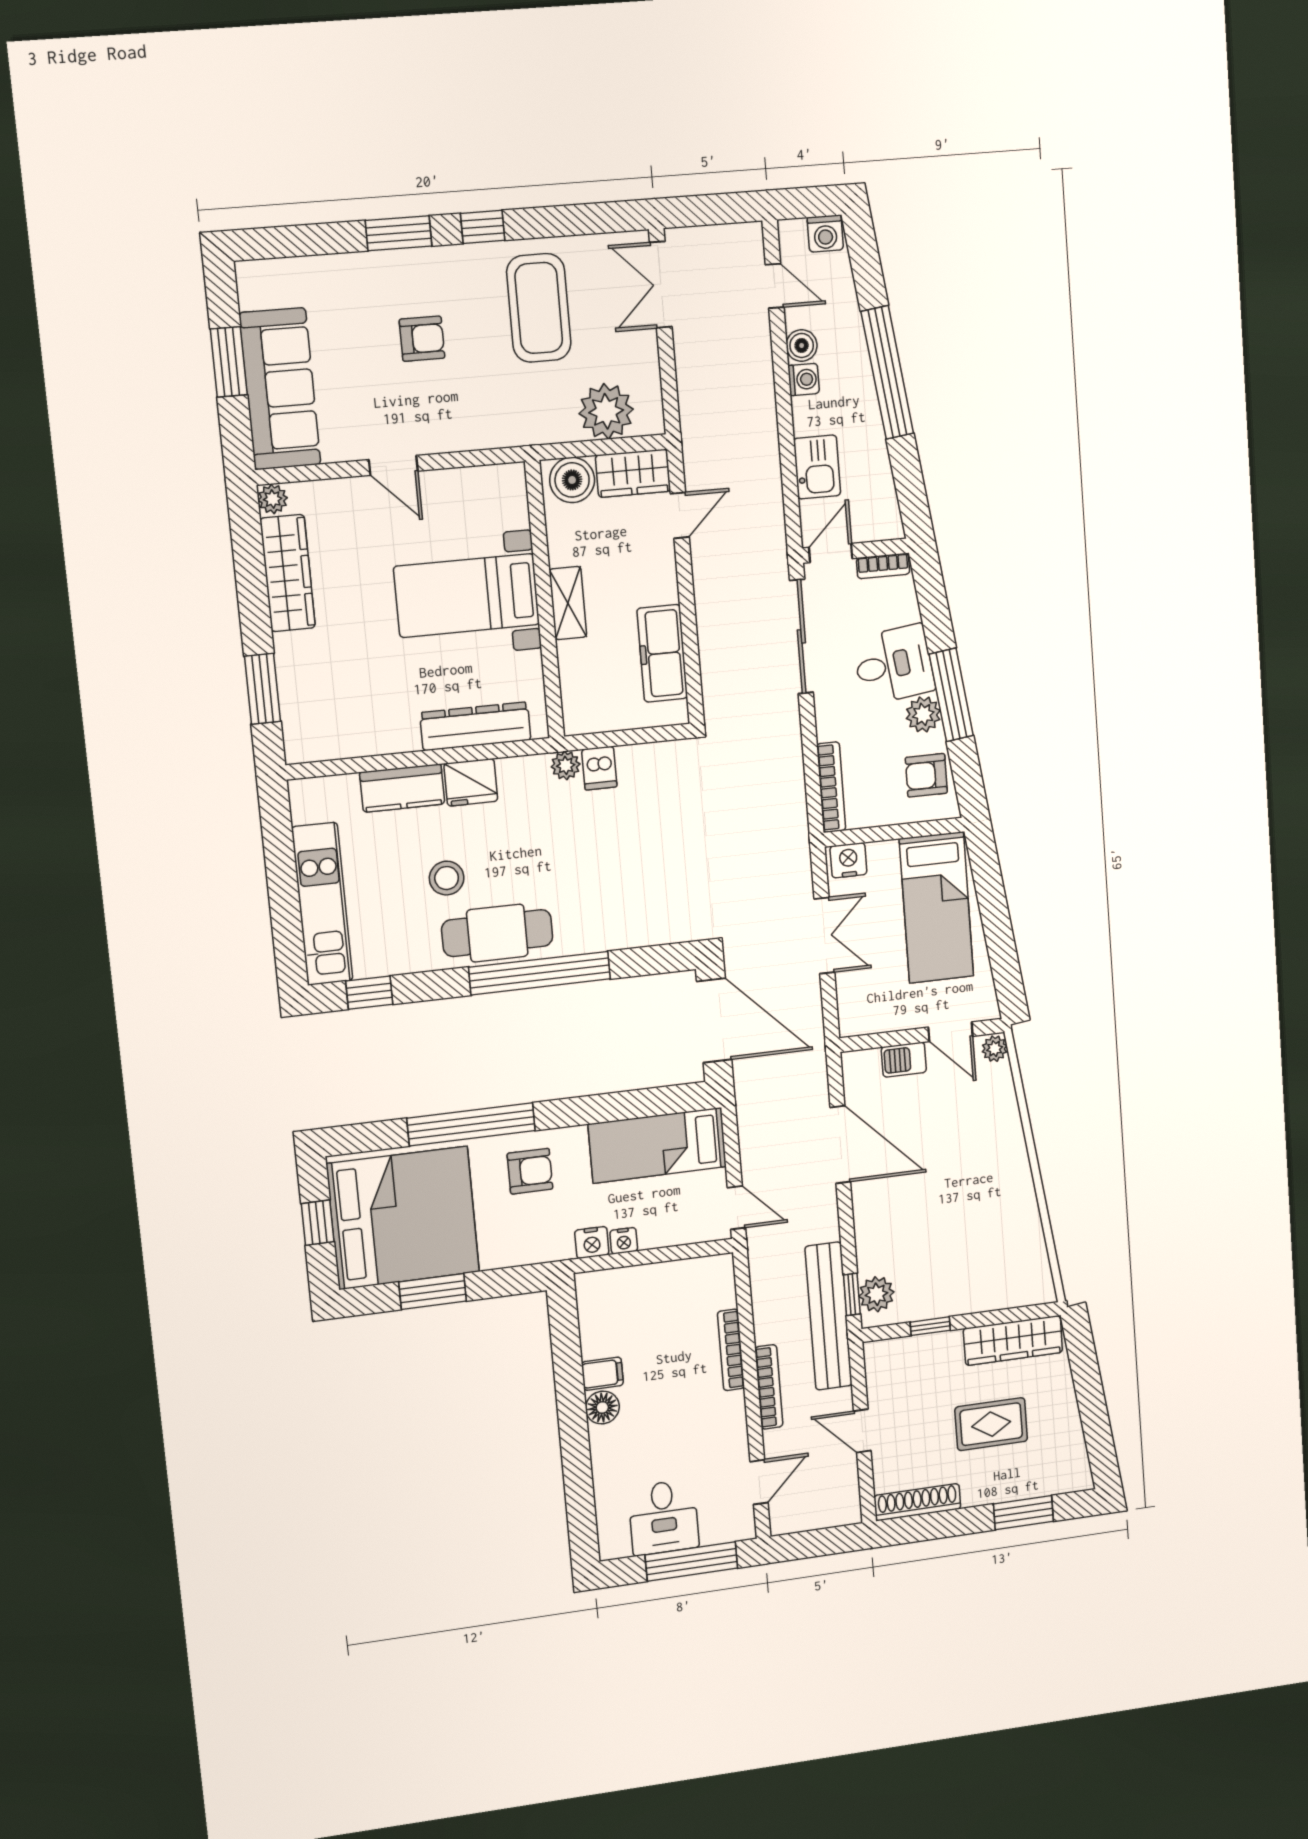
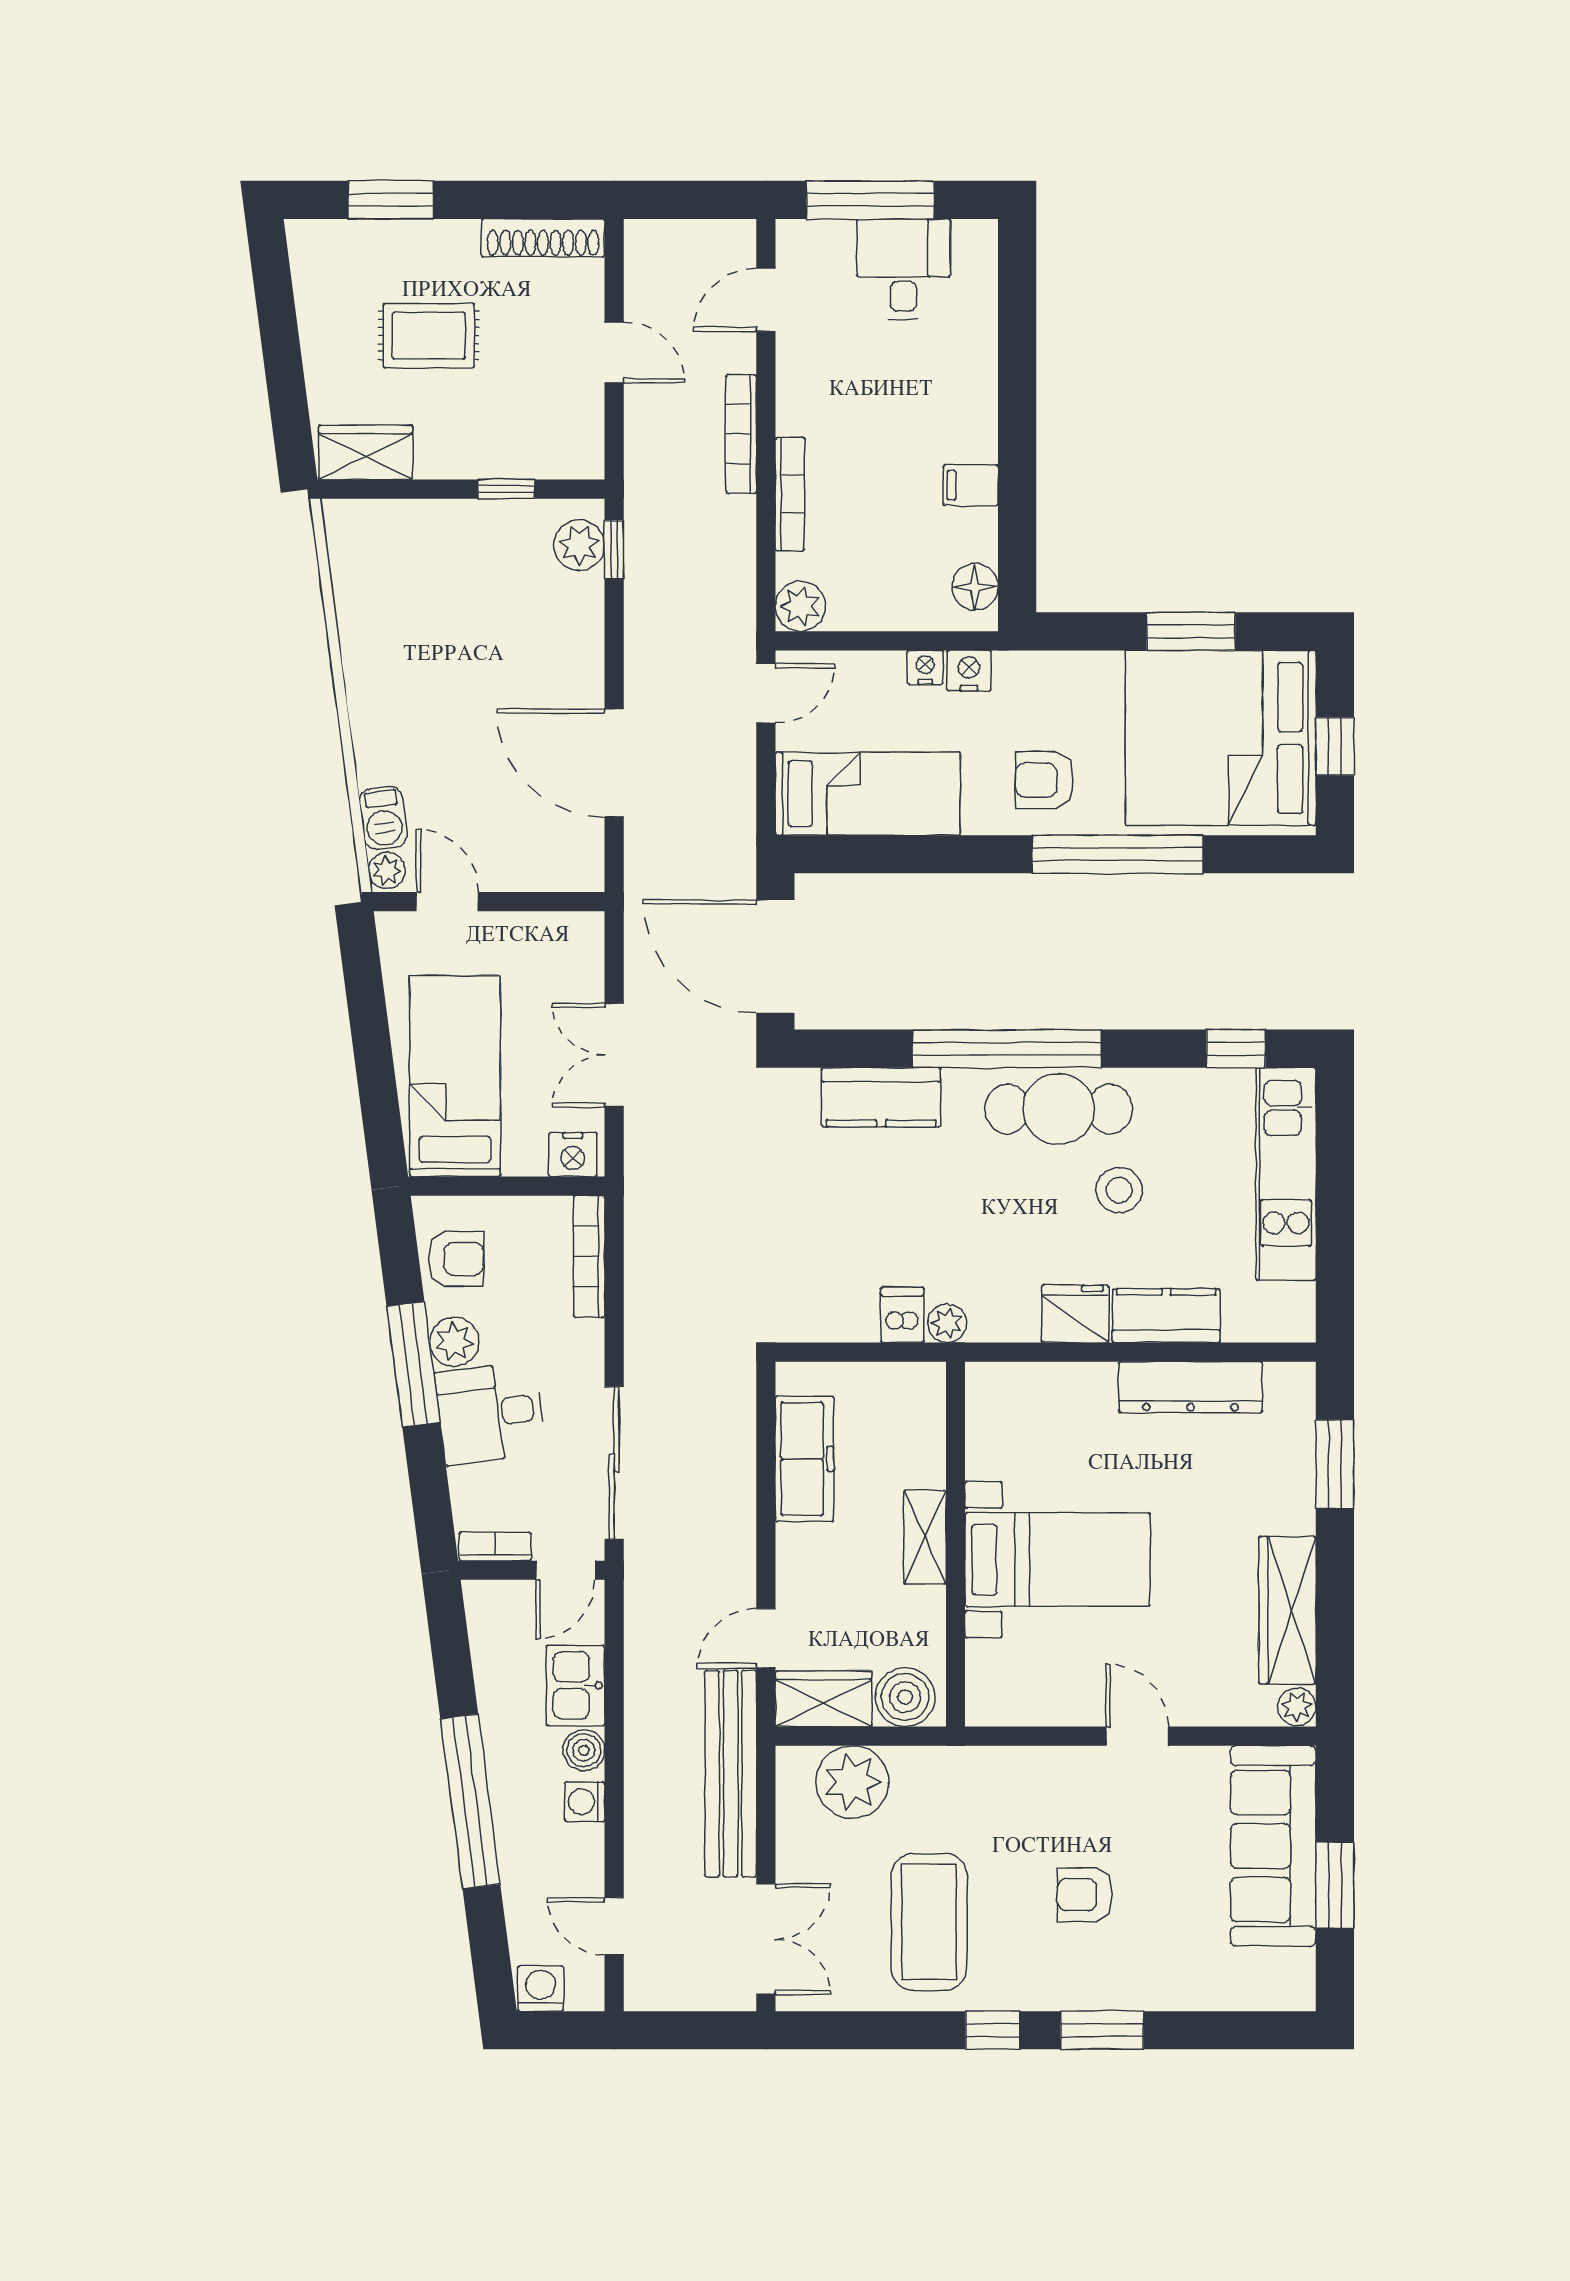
boiler: (802, 345) -> (584, 1750), moved
dresser: (475, 726) -> (1190, 1387), moved
kitchen counter: (629, 927) -> (881, 1097), added
barbecue: (904, 1060) -> (383, 818), moved, turned 83
door: (736, 1208) -> (766, 693), swing flipped
plant: (717, 1272) -> (800, 606), added
bench: (829, 1316) -> (731, 1774), moved
wardrobe: (1013, 1340) -> (365, 452), width x0.67
floor lamp: (602, 1408) -> (975, 587), moved

